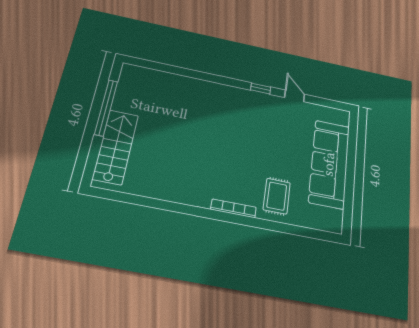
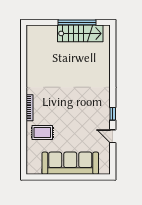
door: (295, 96) -> (113, 136), swing flipped
stairs: (116, 147) -> (80, 33), moved

